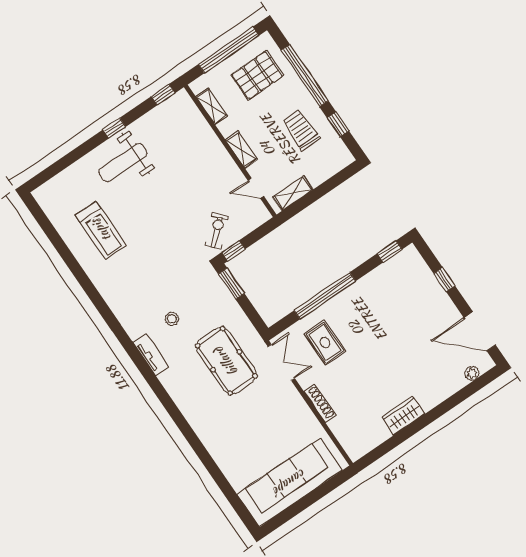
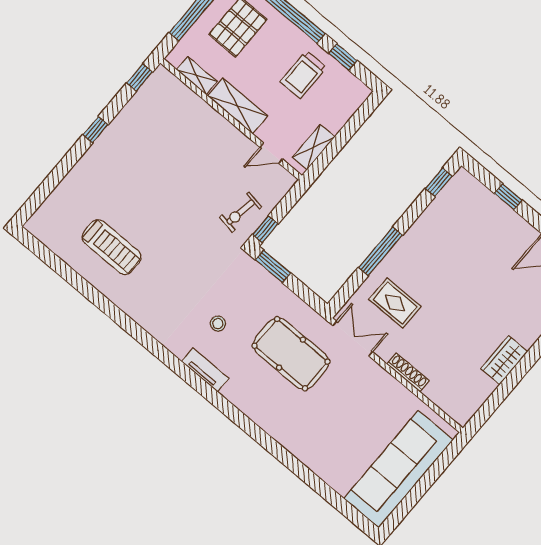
trolley: (301, 130) -> (303, 75), turned -90
shelving: (241, 150) -> (238, 106), width x1.50, depth x1.33
weight bench: (123, 162) -> (116, 165), removed
exercise bike: (217, 231) -> (241, 212), turned -128
window: (325, 296) -> (381, 251), width x0.68

